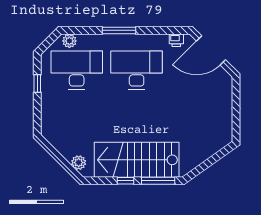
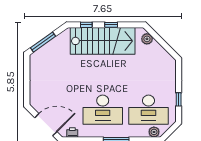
window: (215, 158) -> (43, 42), added
window: (158, 181) -> (86, 25), width x0.46

